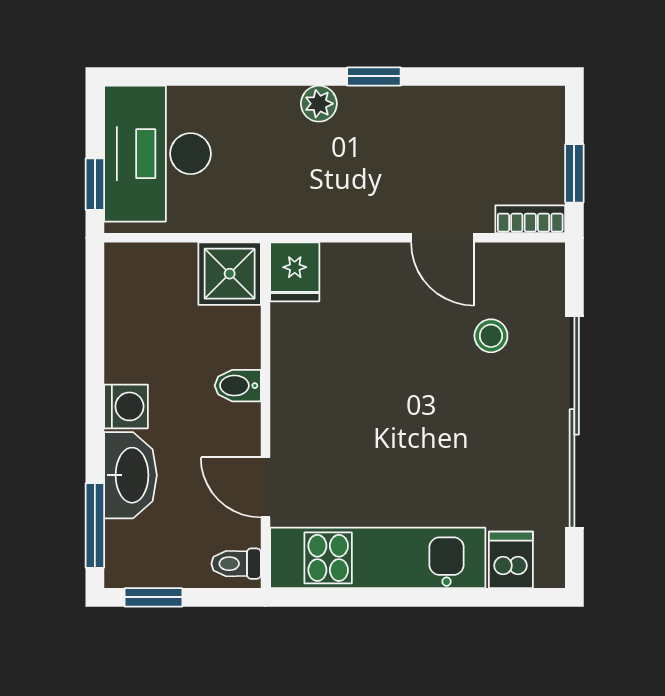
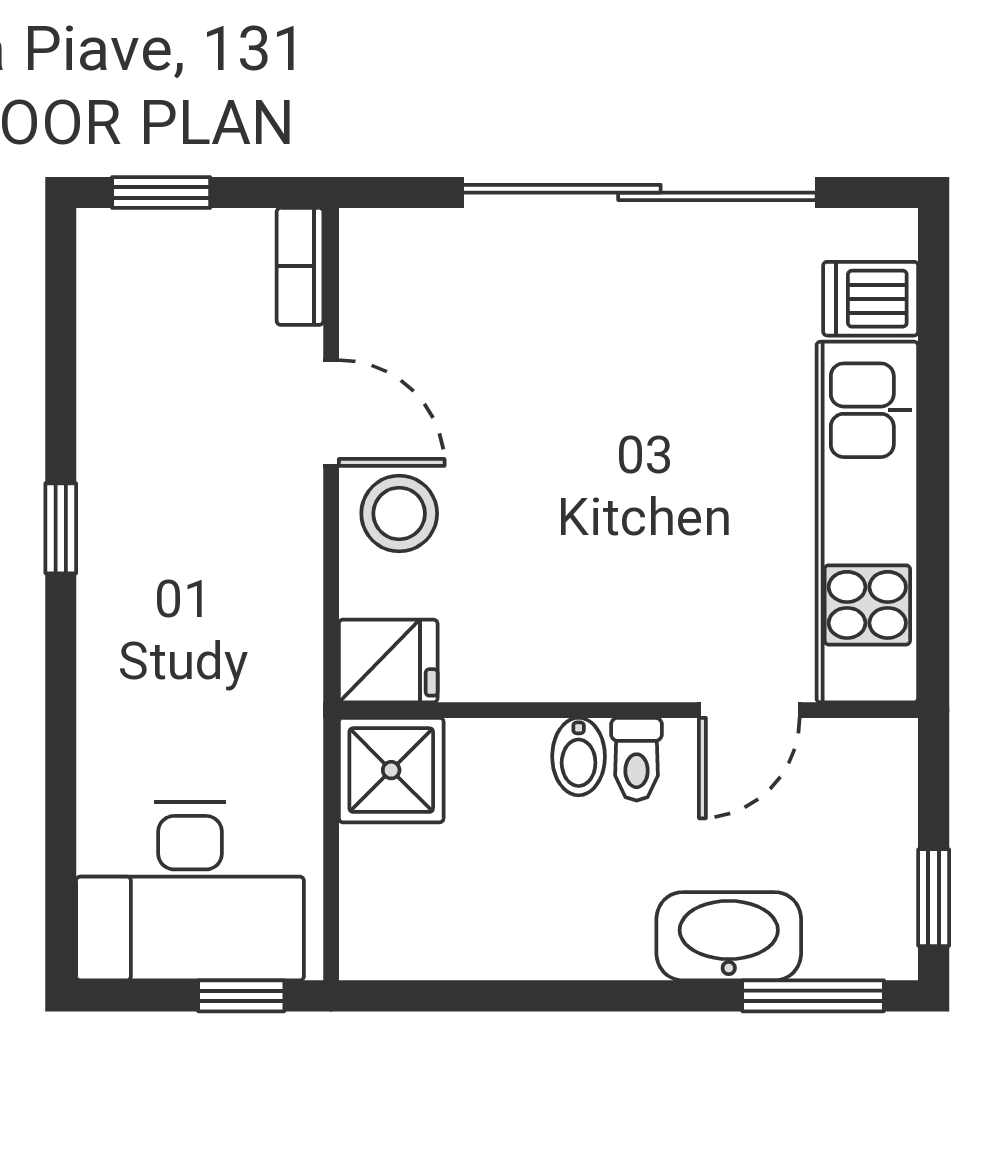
plant: (319, 104) -> (106, 620), removed
window: (574, 173) -> (161, 193), moved
door: (443, 238) -> (331, 413), hinge flipped
stool: (491, 336) -> (399, 513), moved, width x1.37, depth x1.37
washing machine: (126, 406) -> (614, 944), removed
toilet: (236, 564) -> (637, 759), moved

